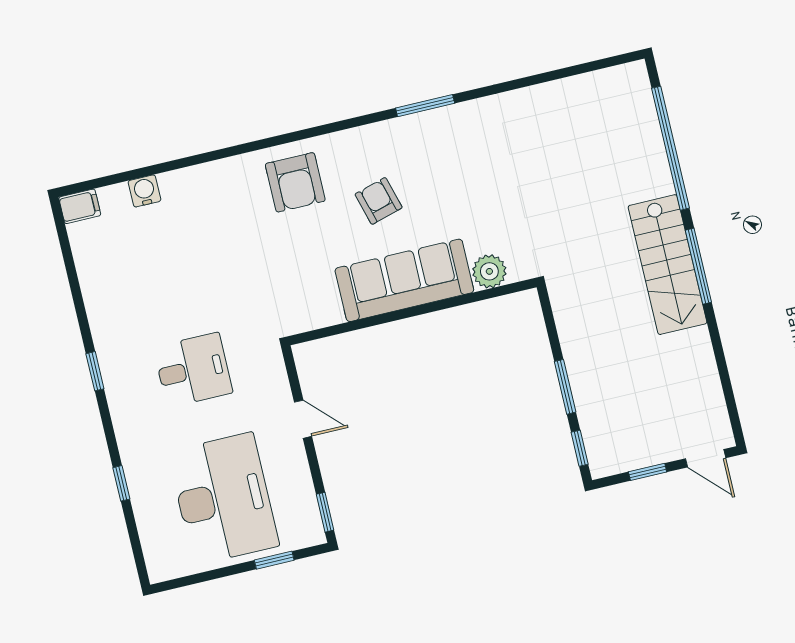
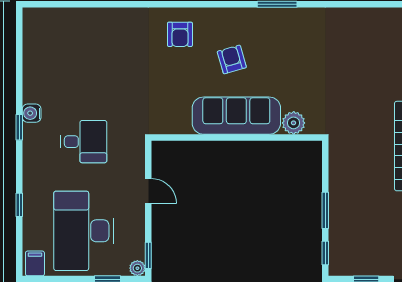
armchair: (295, 182) -> (180, 34), width x0.72, depth x0.72
water cooler: (144, 191) -> (32, 113), moved, turned -90
filing cabinet: (80, 206) -> (35, 263), moved, turned -90
desk: (223, 499) -> (84, 231), turned 180
plant: (314, 534) -> (137, 268), added

